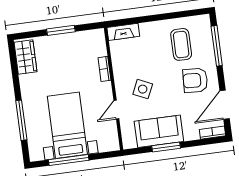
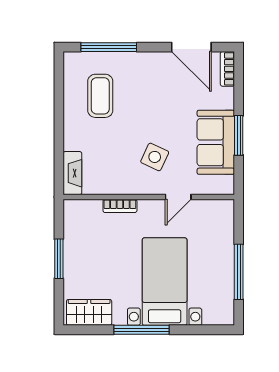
coffee table: (181, 44) -> (100, 96), turned 90
armchair: (195, 80) -> (152, 83), removed
door: (116, 110) -> (178, 197), hinge flipped
window: (21, 120) -> (142, 330), moved
bed with nightstands: (67, 125) -> (165, 282), moved, turned 90

